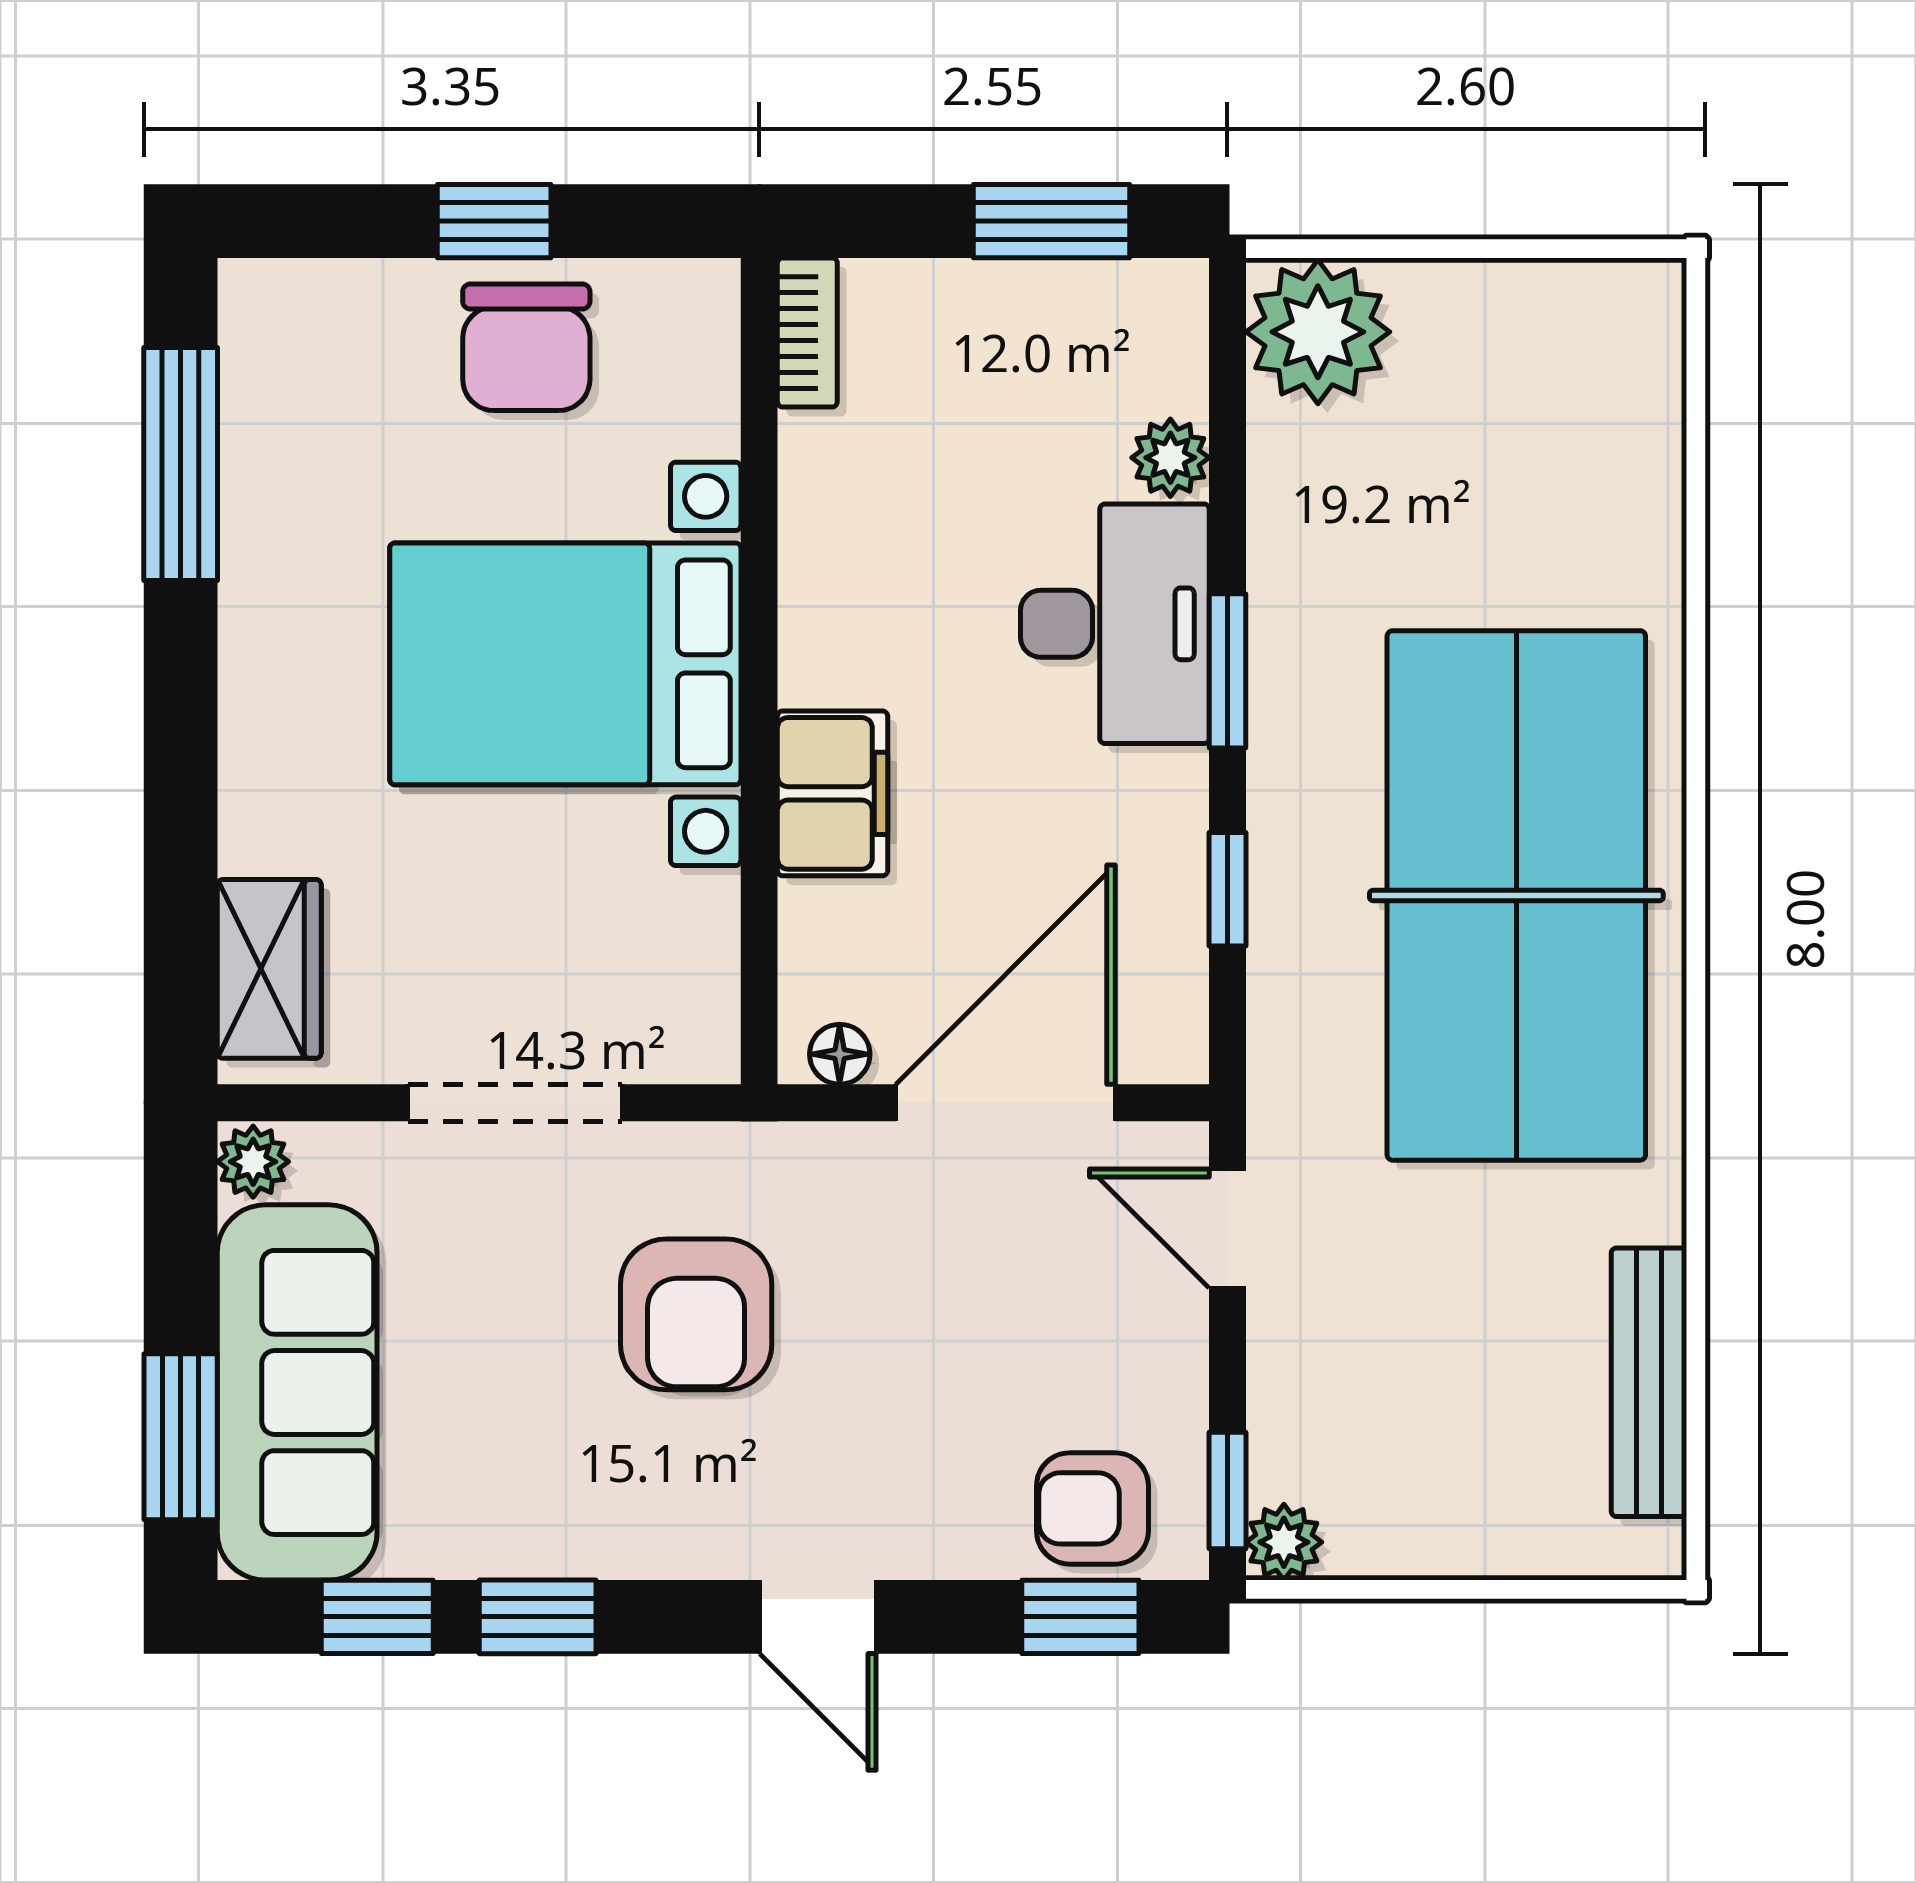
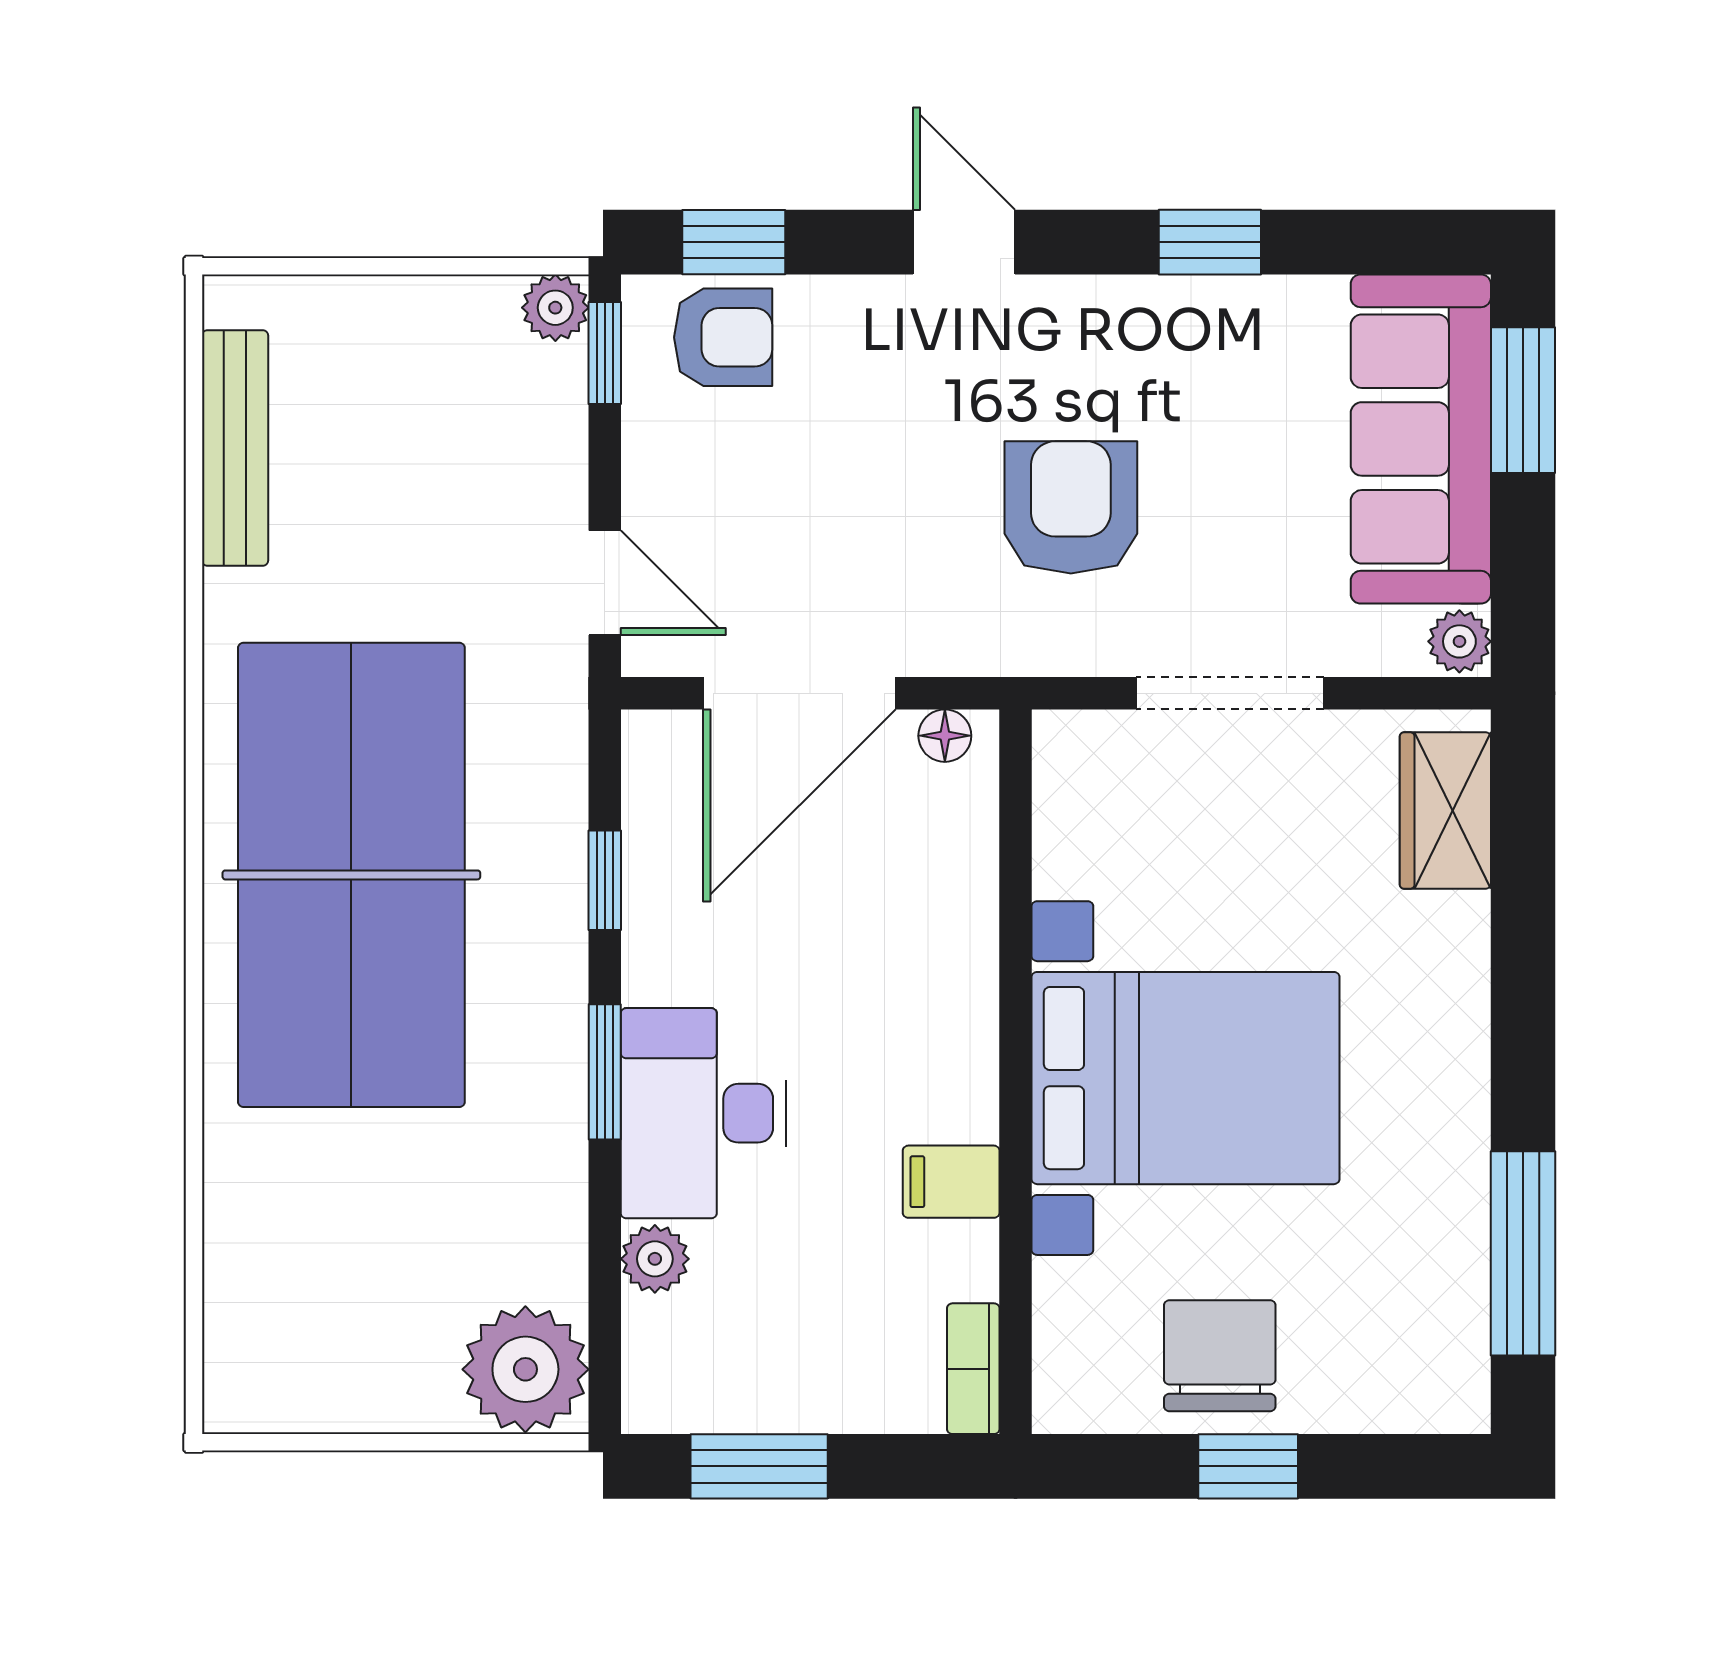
filing cabinet: (833, 793) -> (951, 1182), moved, width x0.50
window: (377, 1617) -> (1351, 242), removed

